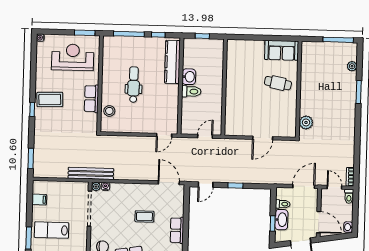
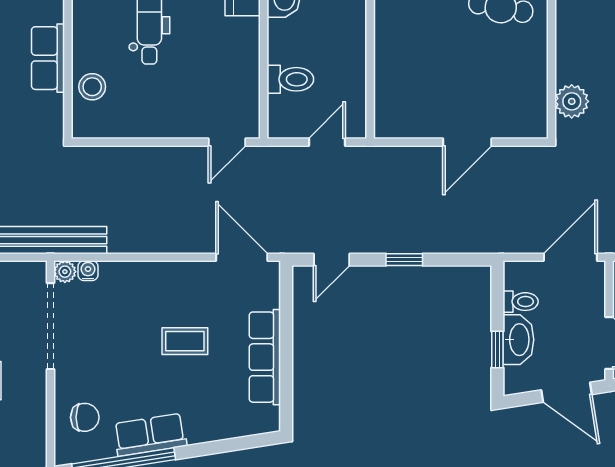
toilet: (191, 91) -> (290, 79), moved
row of seats: (177, 230) -> (265, 357), width x1.48

